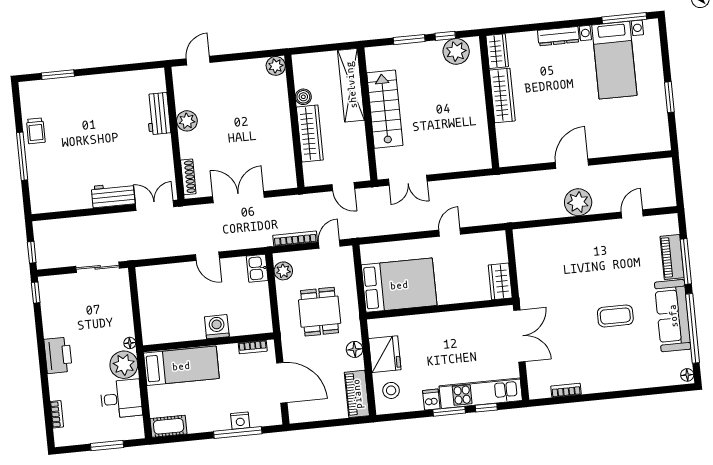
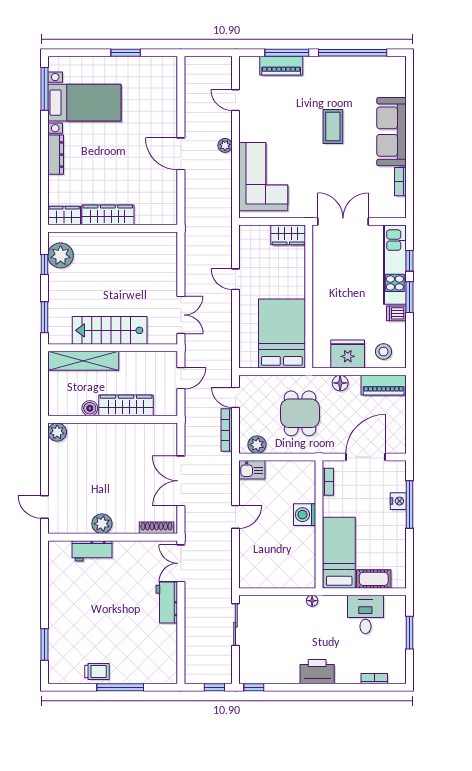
window: (409, 40) -> (44, 317), moved
plant: (578, 202) -> (225, 145), width x0.53, depth x0.53
corner sofa: (557, 250) -> (263, 177), added
dining table: (320, 312) -> (300, 413), turned 90
sofa: (673, 316) -> (391, 132), moved, turned 90
plant: (124, 365) -> (333, 609), removed
floor lamp: (687, 375) -> (397, 62), removed
cot: (169, 426) -> (374, 579), moved, turned 90

